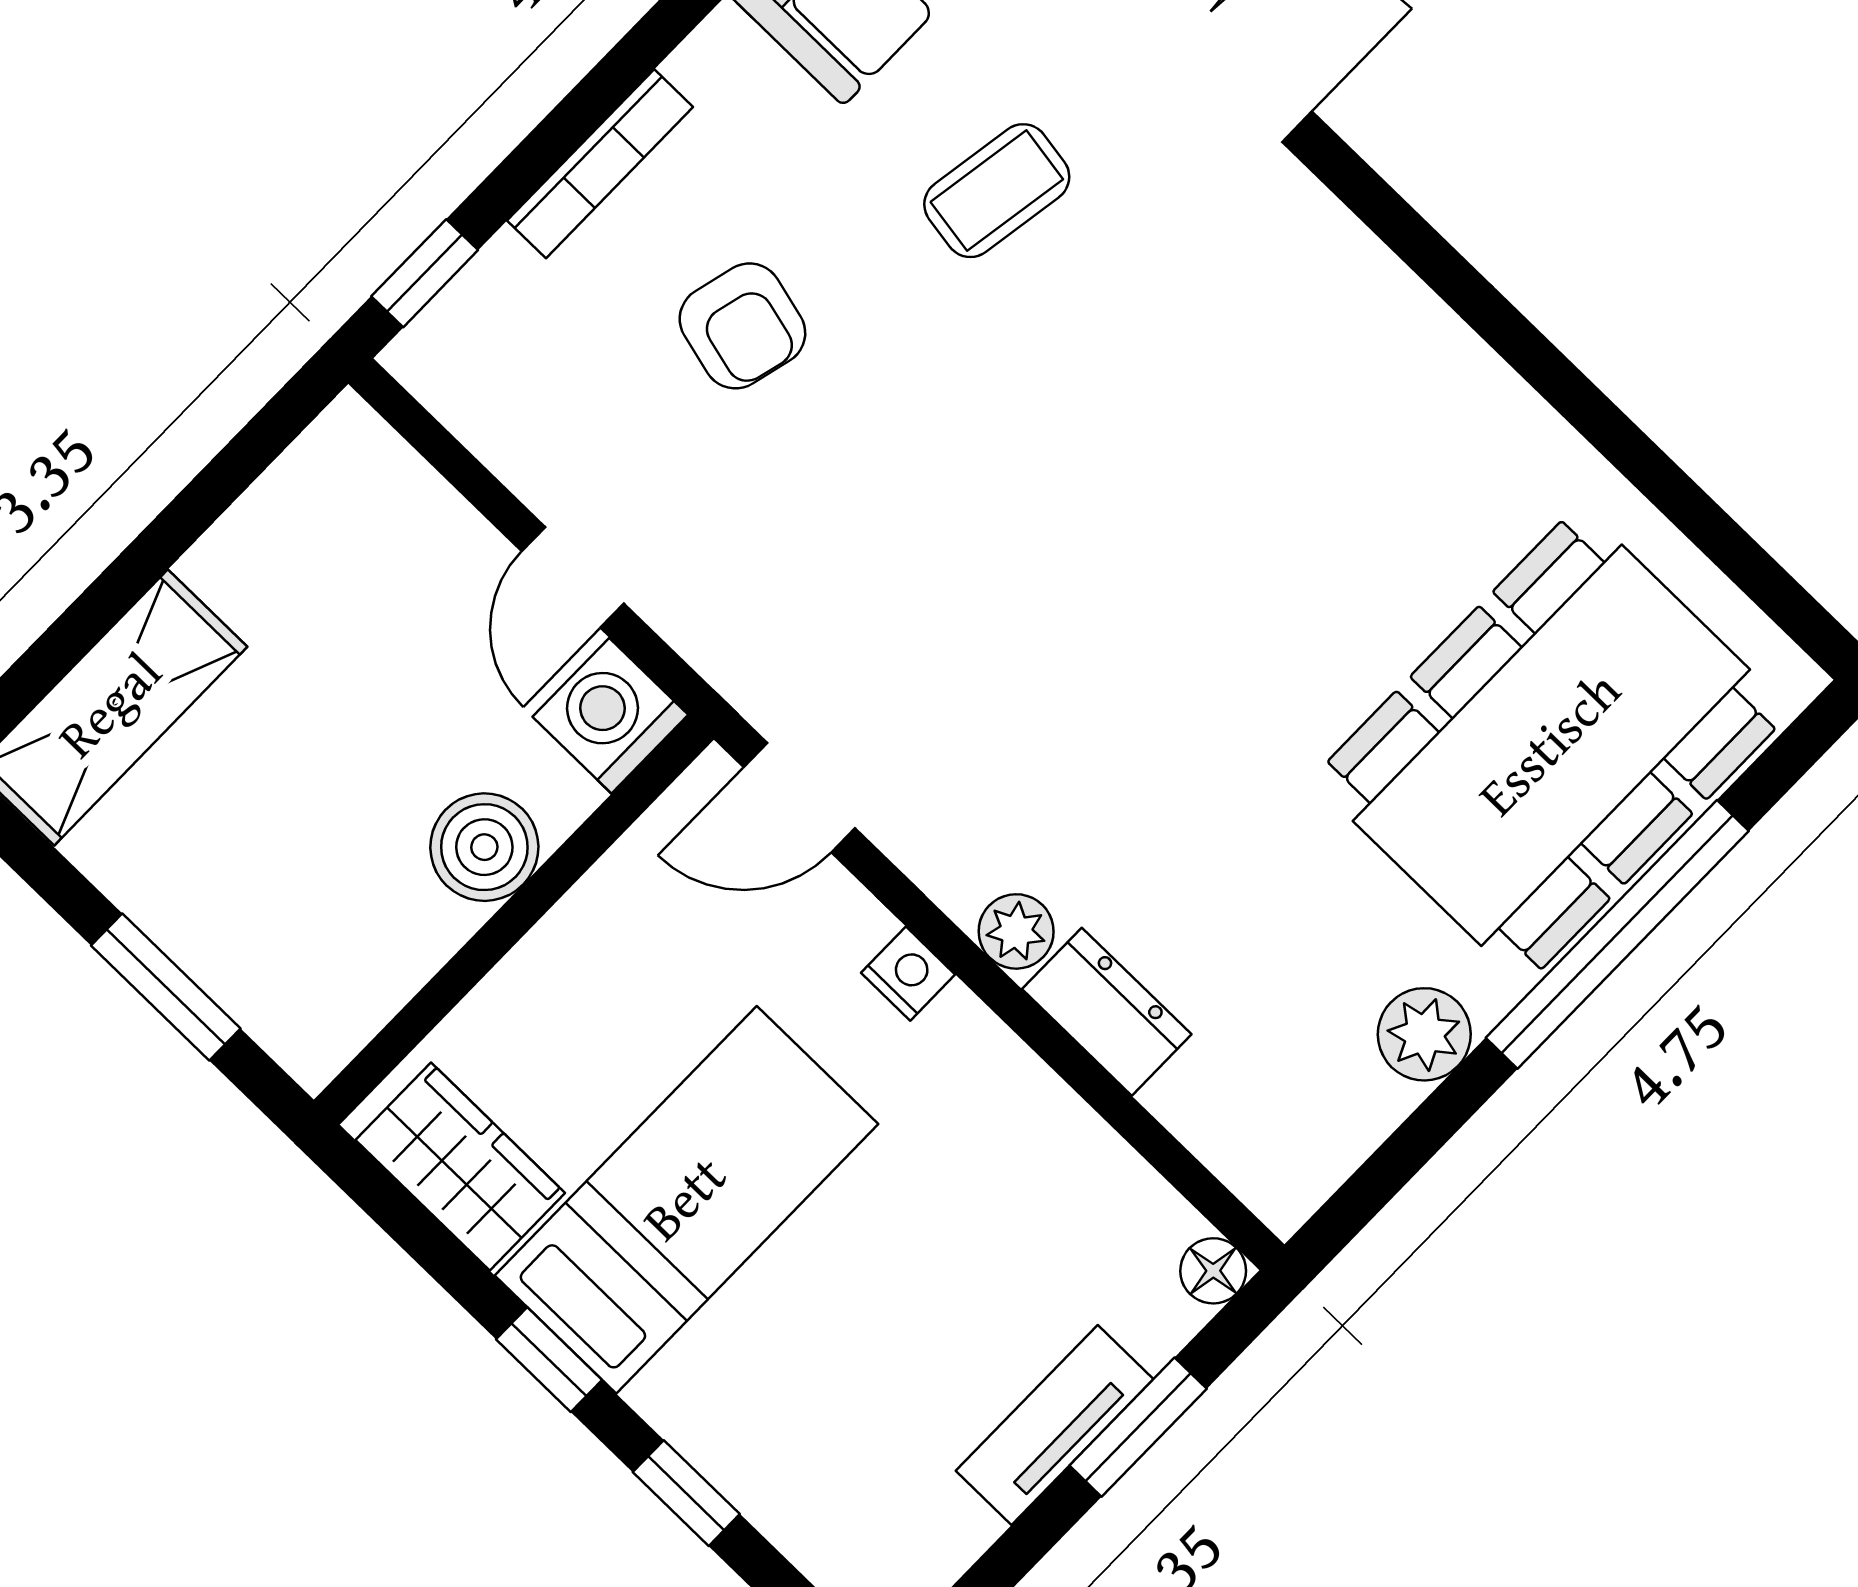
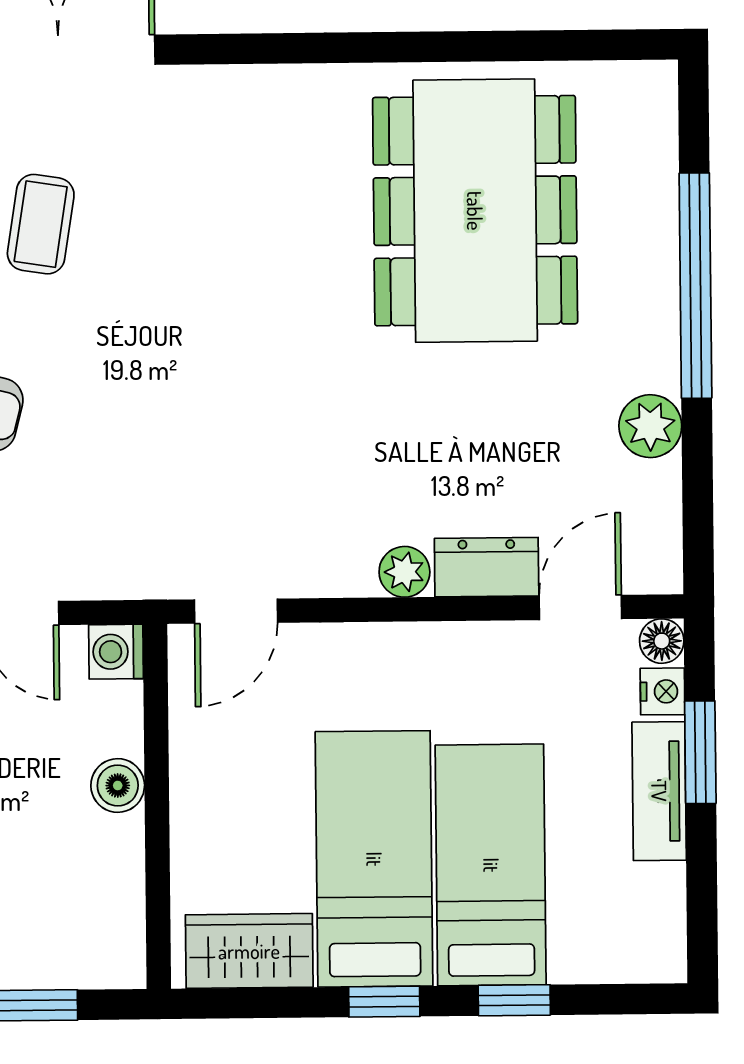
washing machine: (610, 716) -> (116, 652), width x0.73, depth x0.73
dining table: (1551, 745) -> (475, 211), moved
boiler: (484, 847) -> (118, 786), width x0.73, depth x0.73
nightstand: (908, 974) -> (662, 691), moved, turned 90
door: (1163, 1151) -> (580, 608), added
bed: (802, 1327) -> (491, 865), added

